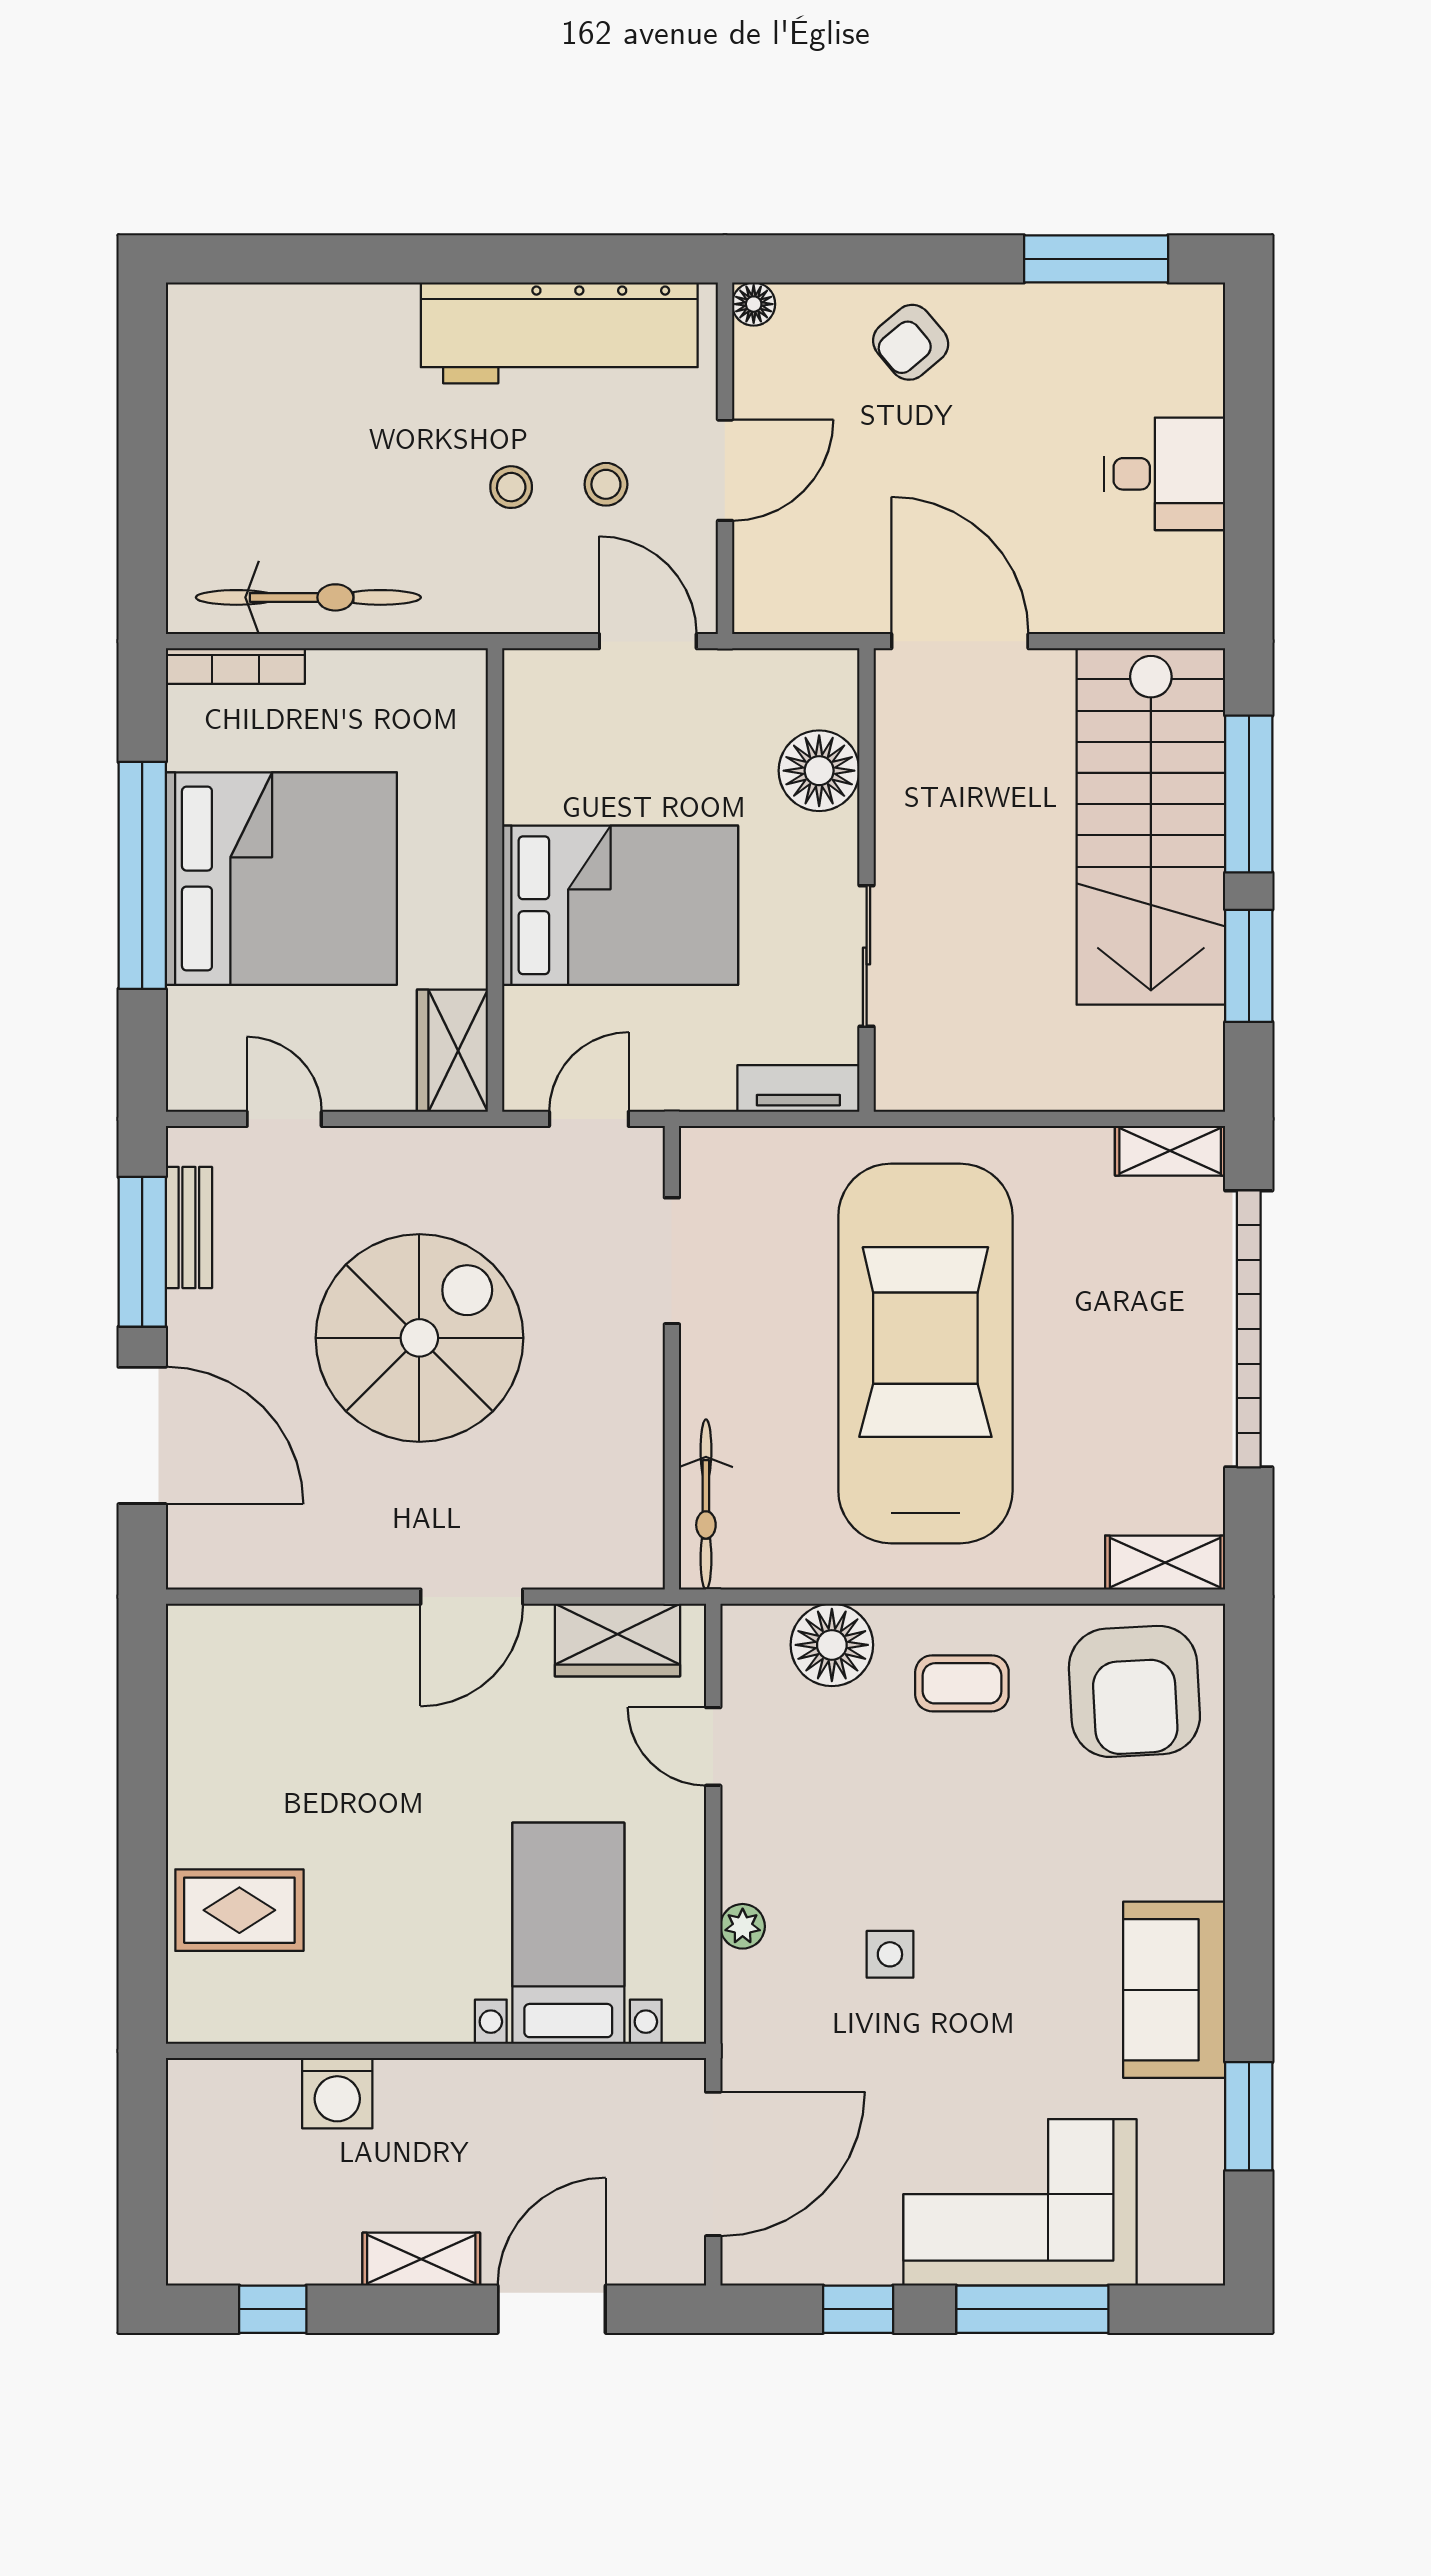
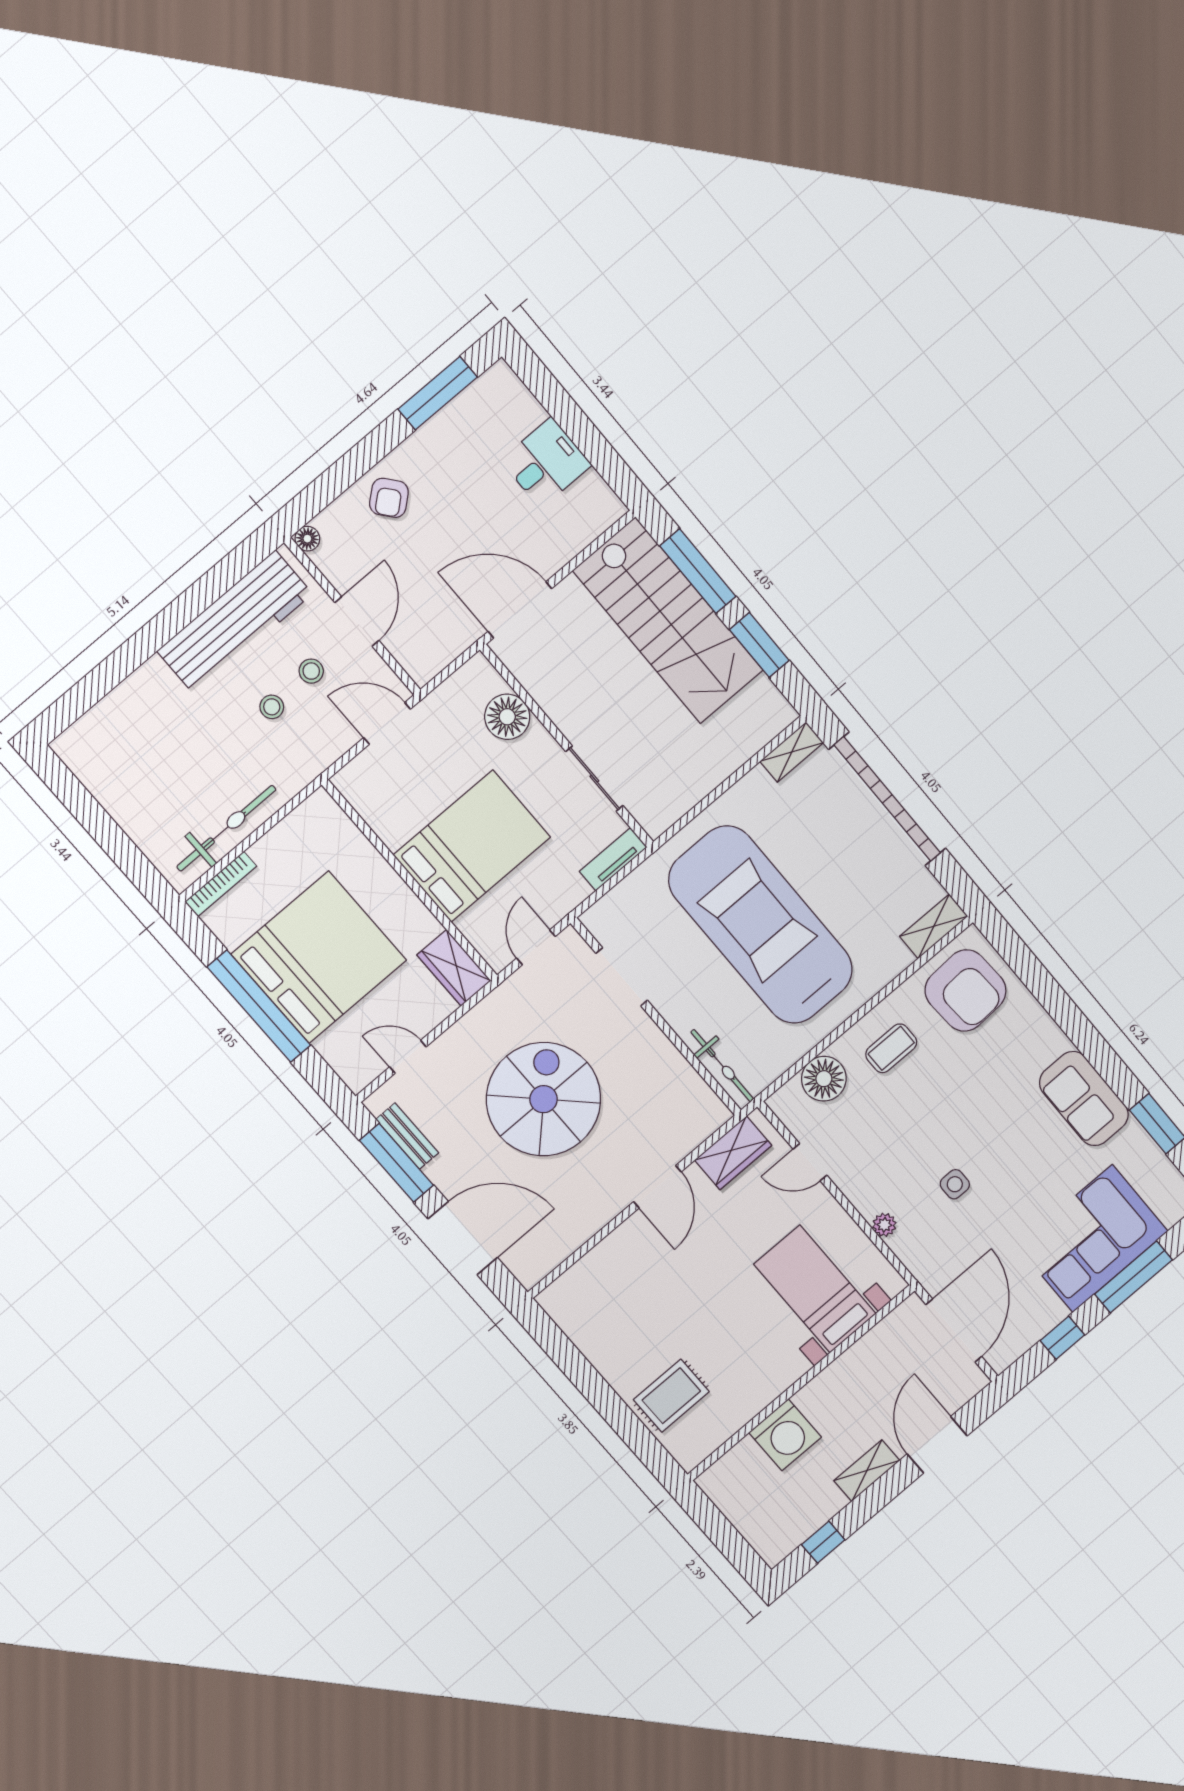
washing machine: (337, 2093) -> (785, 1435), width x1.37, depth x1.37

